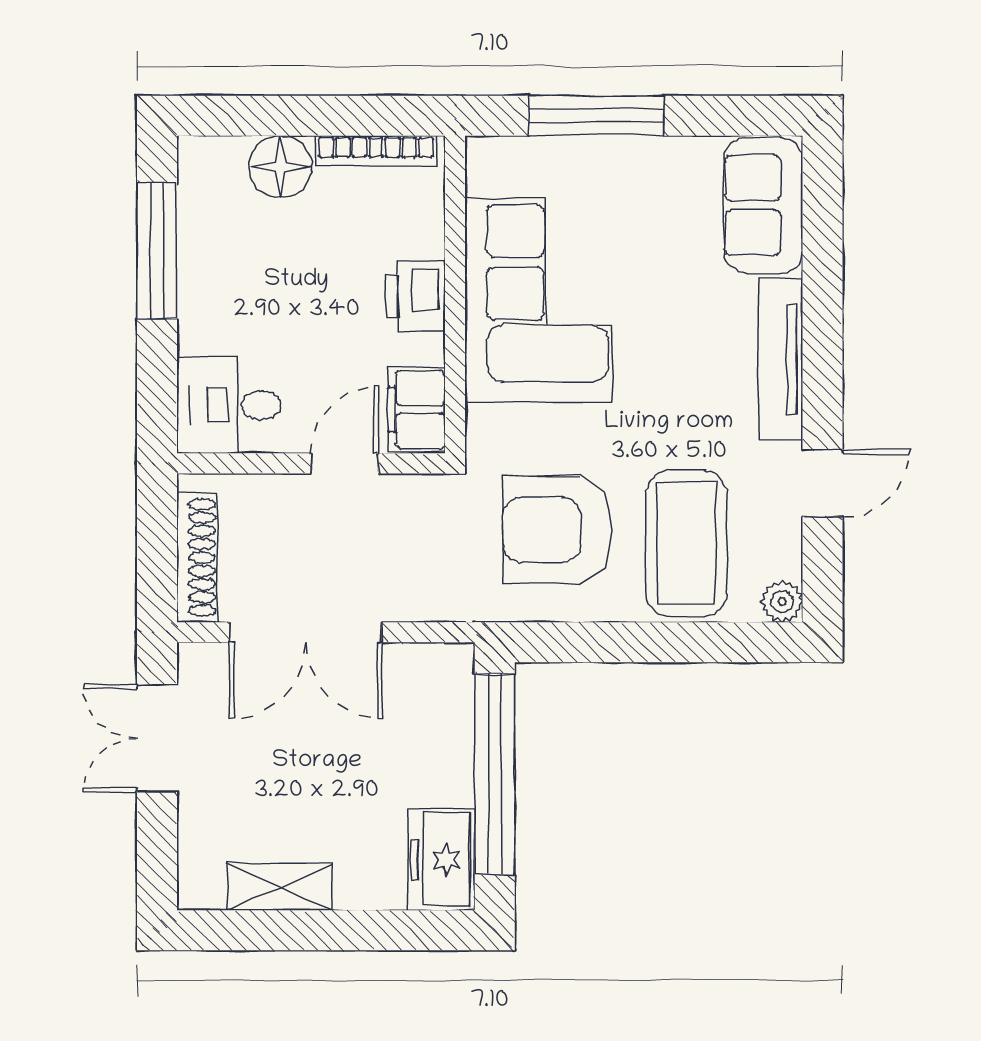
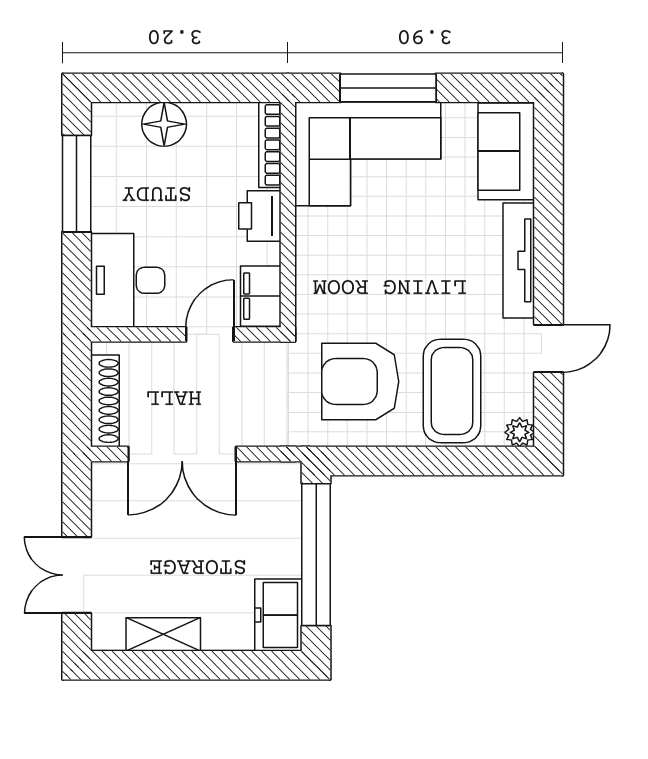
bookcase: (376, 151) -> (270, 145), moved, turned 90
corner sofa: (538, 300) -> (368, 154), moved, turned 90
desk: (229, 405) -> (128, 280), width x1.37
double door: (157, 738) -> (77, 575), moved

